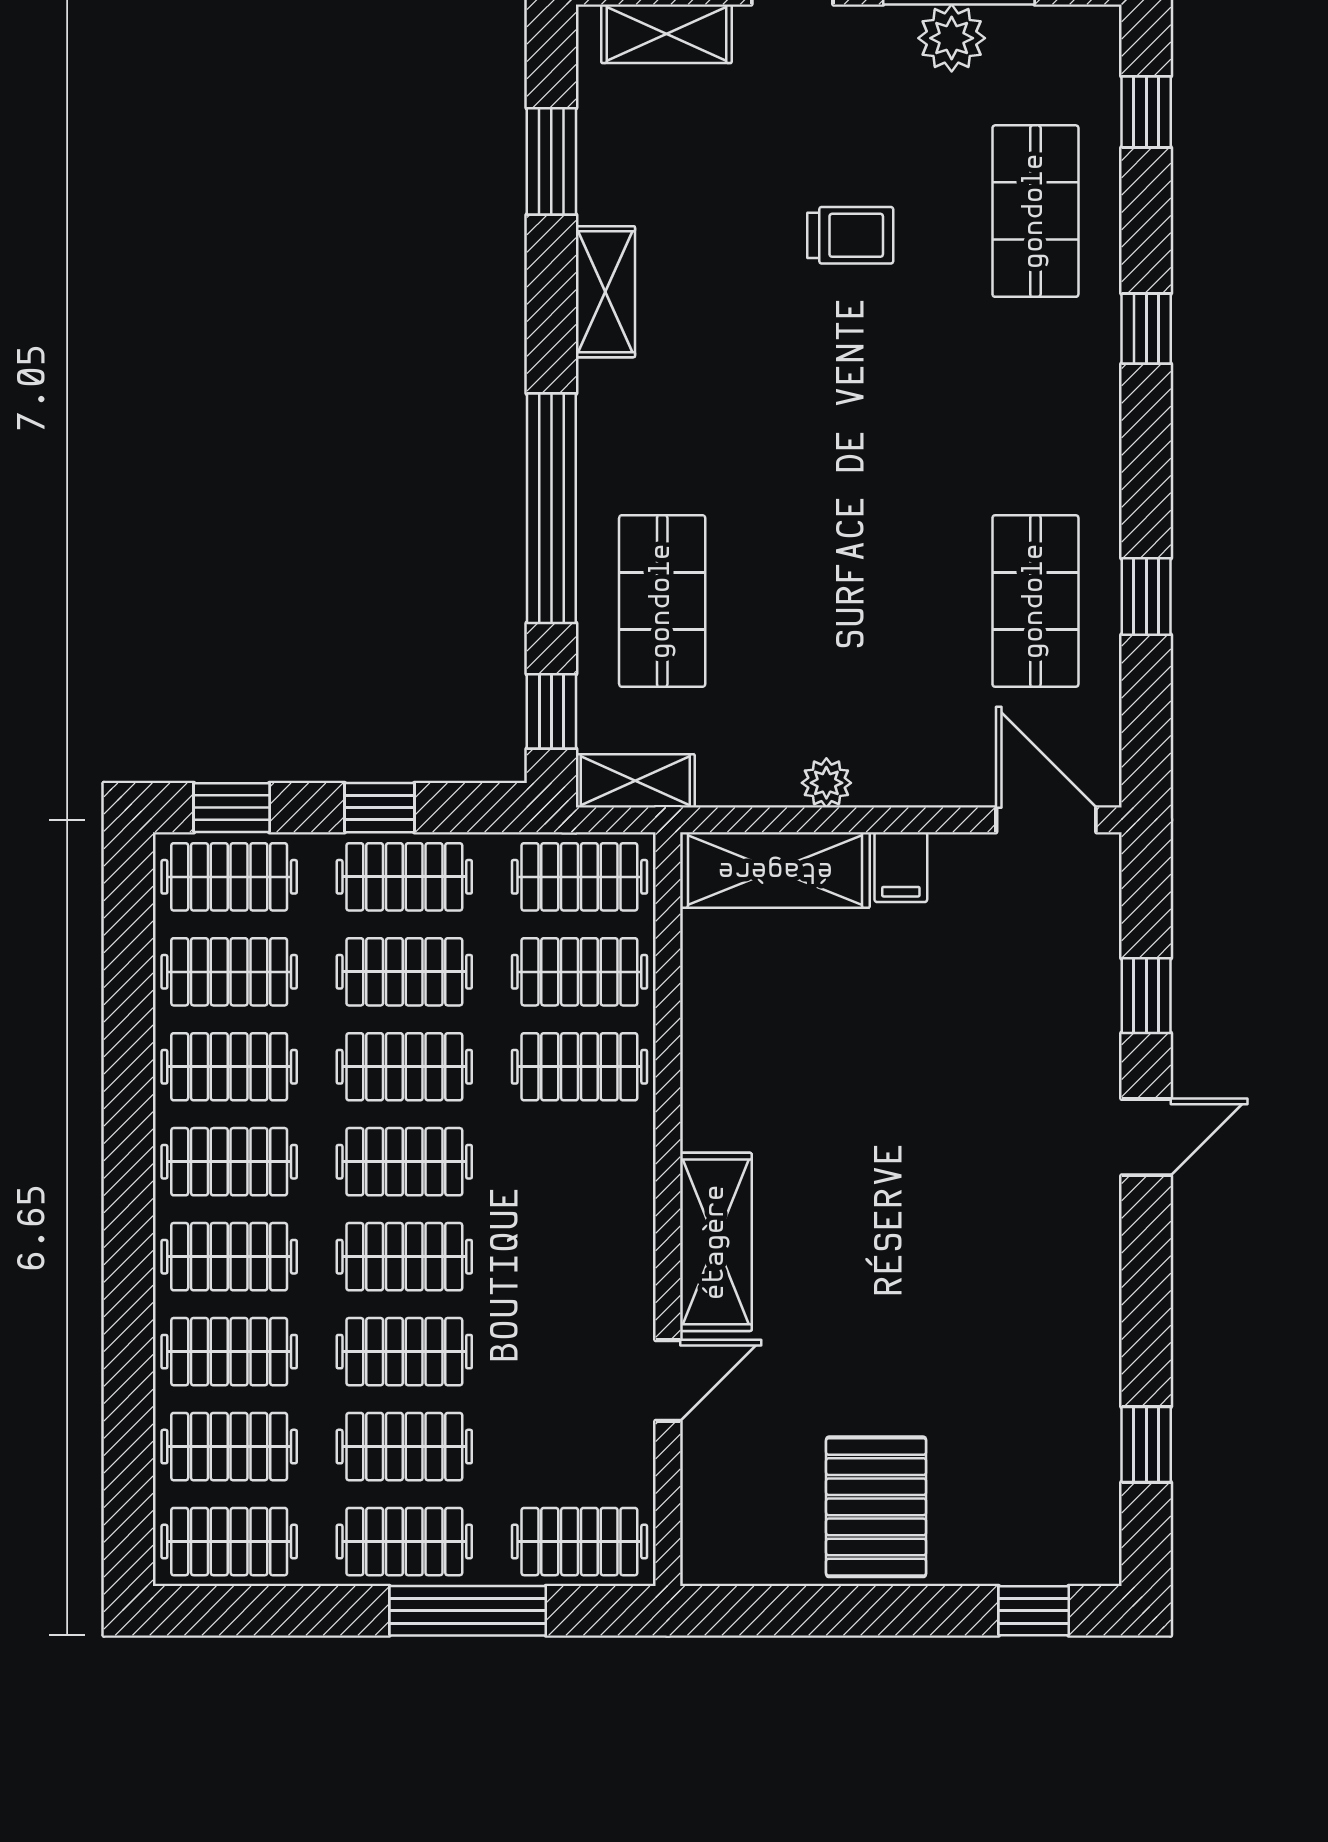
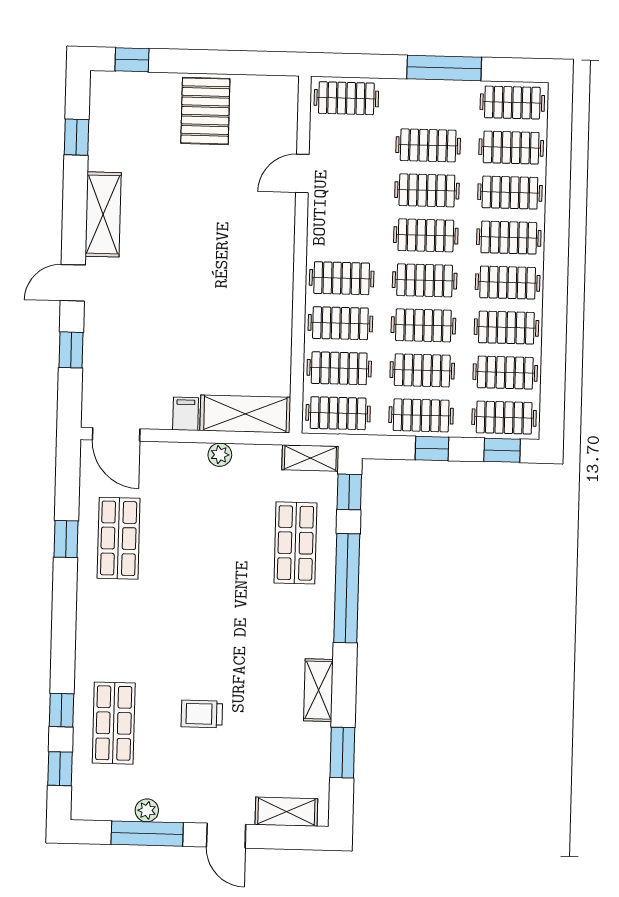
plant: (952, 38) -> (147, 810), width x0.73, depth x0.73
window: (1146, 329) -> (62, 710), moved
shelving: (716, 1242) -> (103, 214), moved
clothes rail: (404, 1542) -> (342, 278), moved
window: (468, 1611) -> (444, 68), moved

